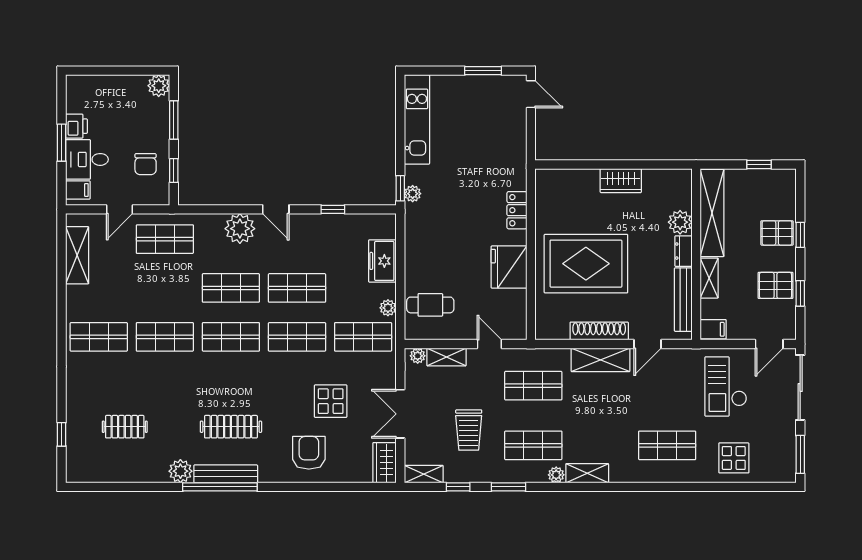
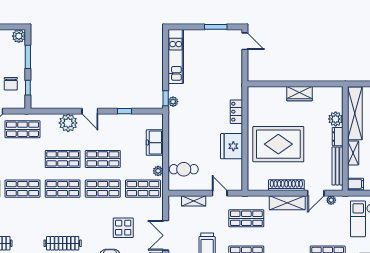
plant: (418, 356) -> (331, 200), moved

